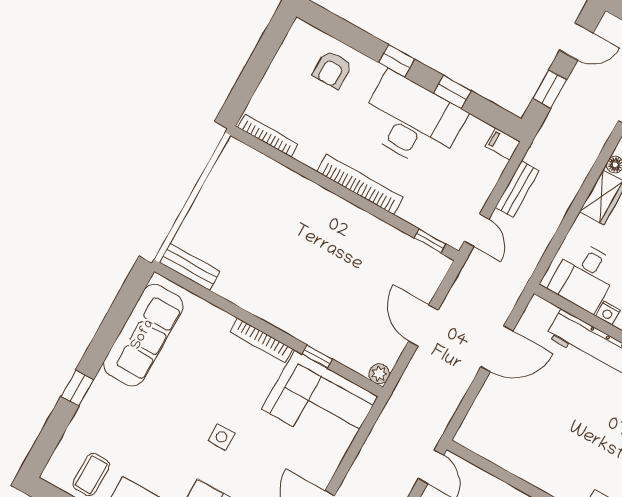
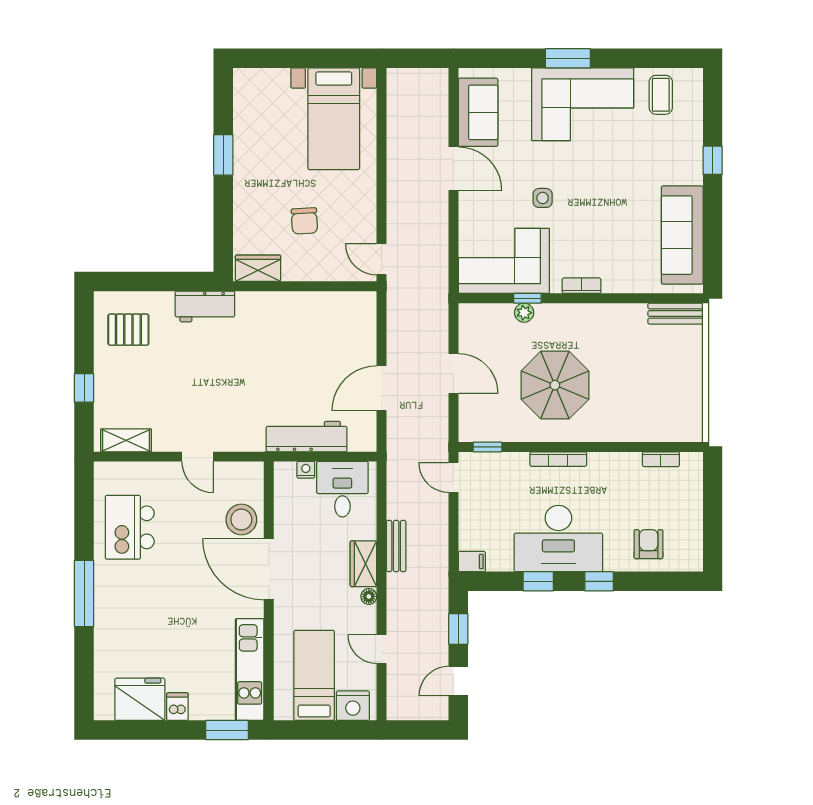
bookcase: (268, 136) -> (661, 459), width x0.64
bookcase: (360, 185) -> (558, 459), width x0.68, depth x0.76
bench: (517, 189) -> (396, 546), moved
parasol: (337, 263) -> (555, 385), added
bookcase: (261, 340) -> (582, 286), width x0.64
plant: (379, 374) -> (524, 313), moved
side table: (222, 437) -> (543, 198), moved

